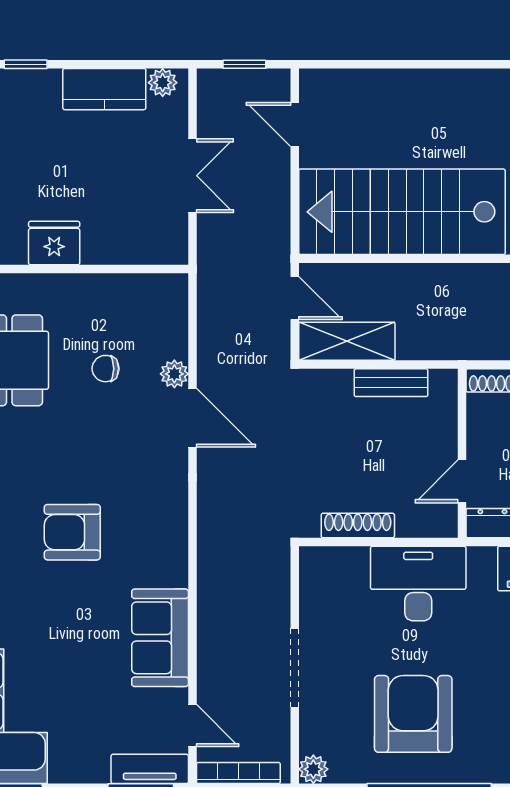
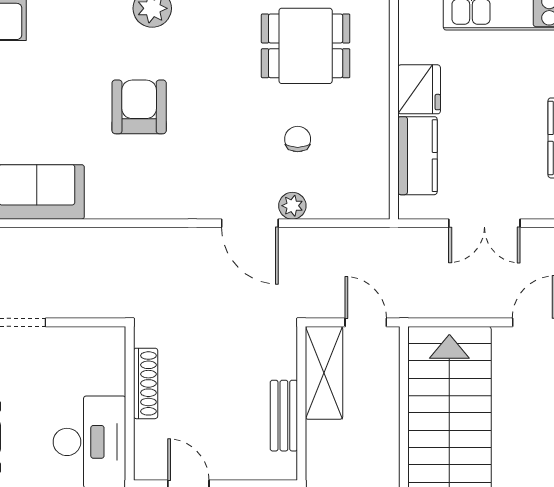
kitchen counter: (123, 245) -> (417, 156), added
door: (295, 298) -> (366, 322), swing flipped
door: (192, 418) -> (250, 223), hinge flipped

